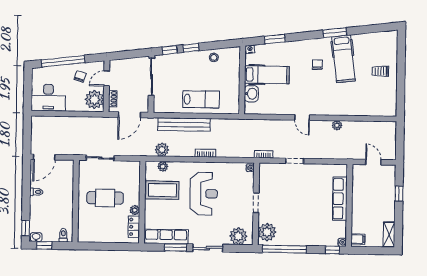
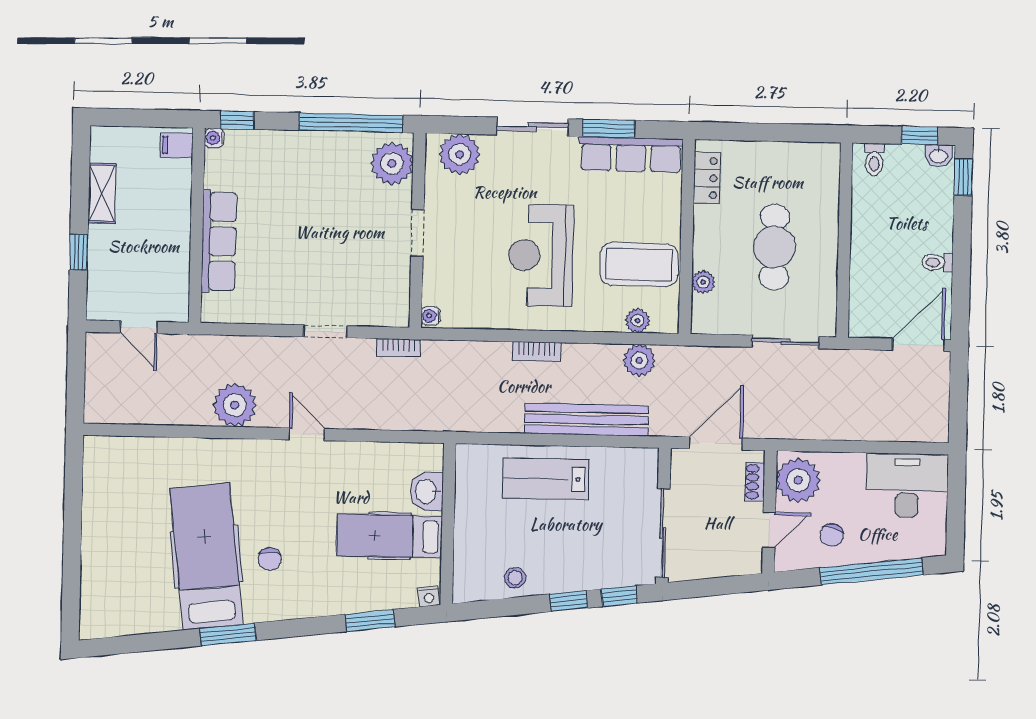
hospital bed: (343, 59) -> (206, 556), width x1.37, depth x1.29
trolley: (380, 71) -> (120, 542), removed
plant: (337, 125) -> (235, 405), width x1.87, depth x1.87
cafe table: (105, 198) -> (775, 247), turned 90
plant: (135, 210) -> (703, 282), moved
shelving: (389, 235) -> (102, 193), moved

